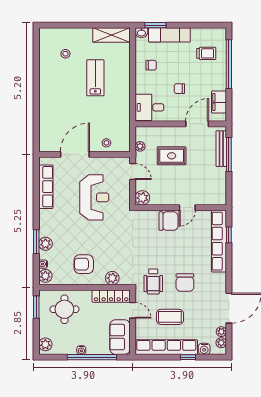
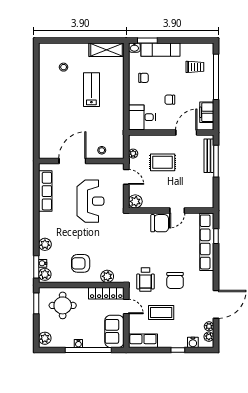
window: (36, 242) -> (36, 267), moved
row of seats: (166, 347) -> (143, 341), width x0.50

